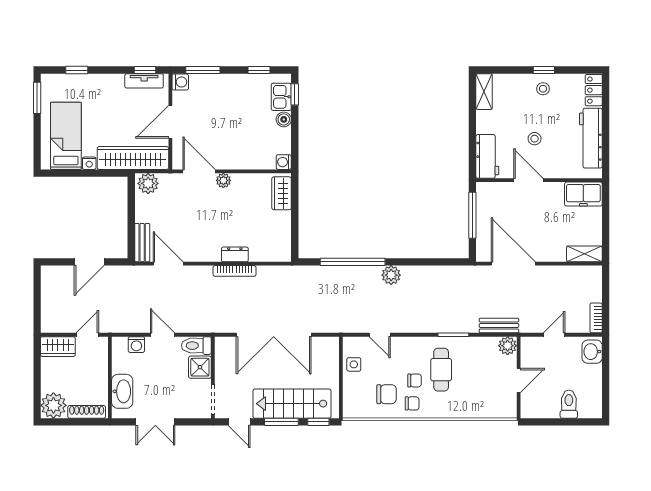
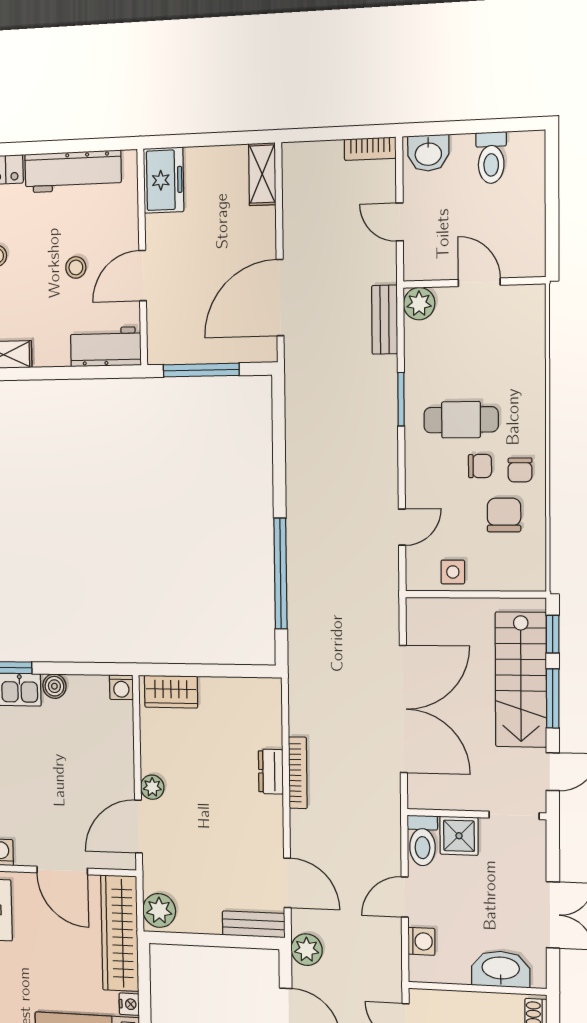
door: (168, 264) -> (287, 883), swing flipped
plant: (391, 275) -> (307, 950), moved
chair: (415, 380) -> (480, 466), turned 90
chair: (412, 403) -> (520, 470), turned 180
toilet: (569, 404) -> (491, 158), moved, turned -90

